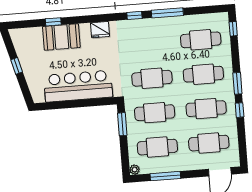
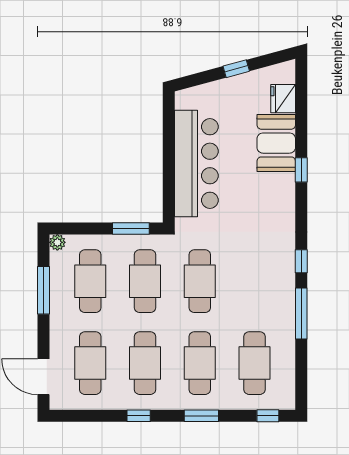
window: (53, 22) -> (301, 170), moved
fridge: (100, 30) -> (283, 99), moved
window: (237, 83) -> (201, 416), moved

